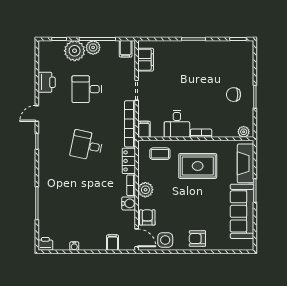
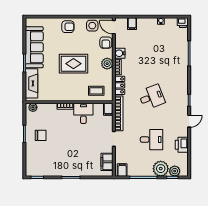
plant: (93, 47) -> (175, 171), moved
desk: (87, 145) -> (152, 97), turned -33
rug: (198, 166) -> (73, 64), moved

